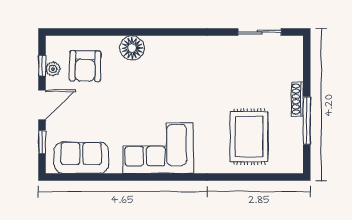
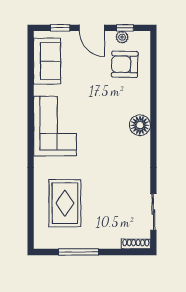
floor lamp: (132, 48) -> (140, 125), moved
shoe rack: (297, 99) -> (136, 244), moved
rug: (249, 137) -> (65, 203), turned 90

